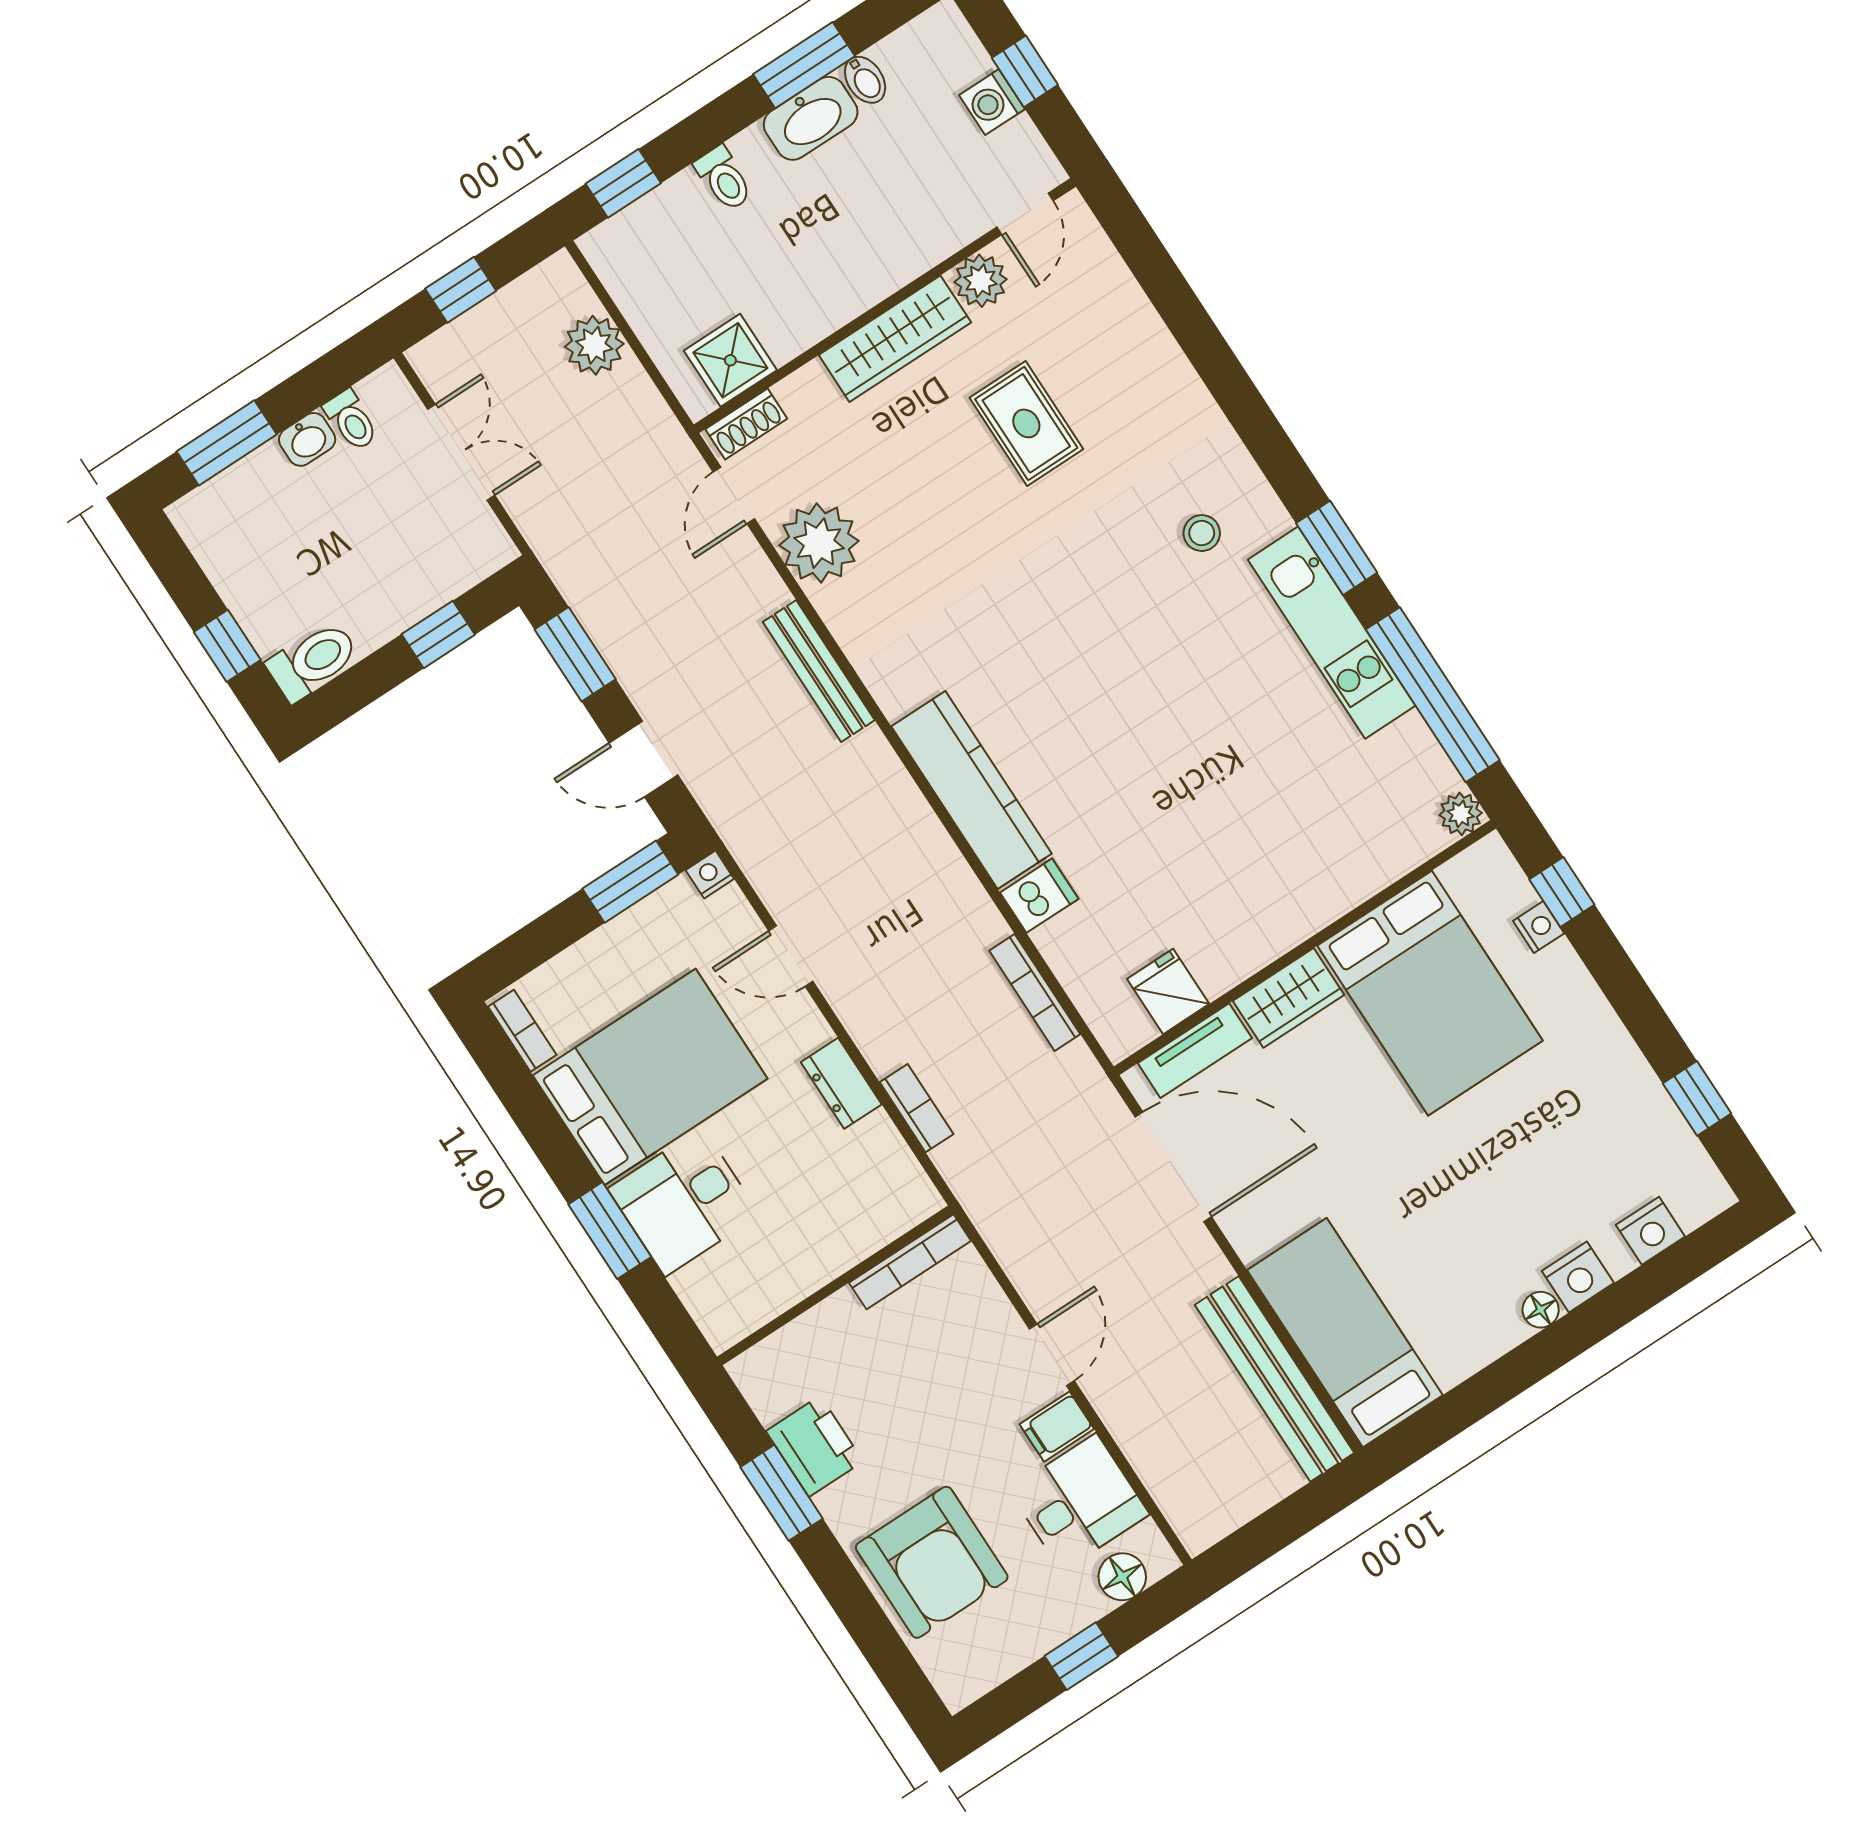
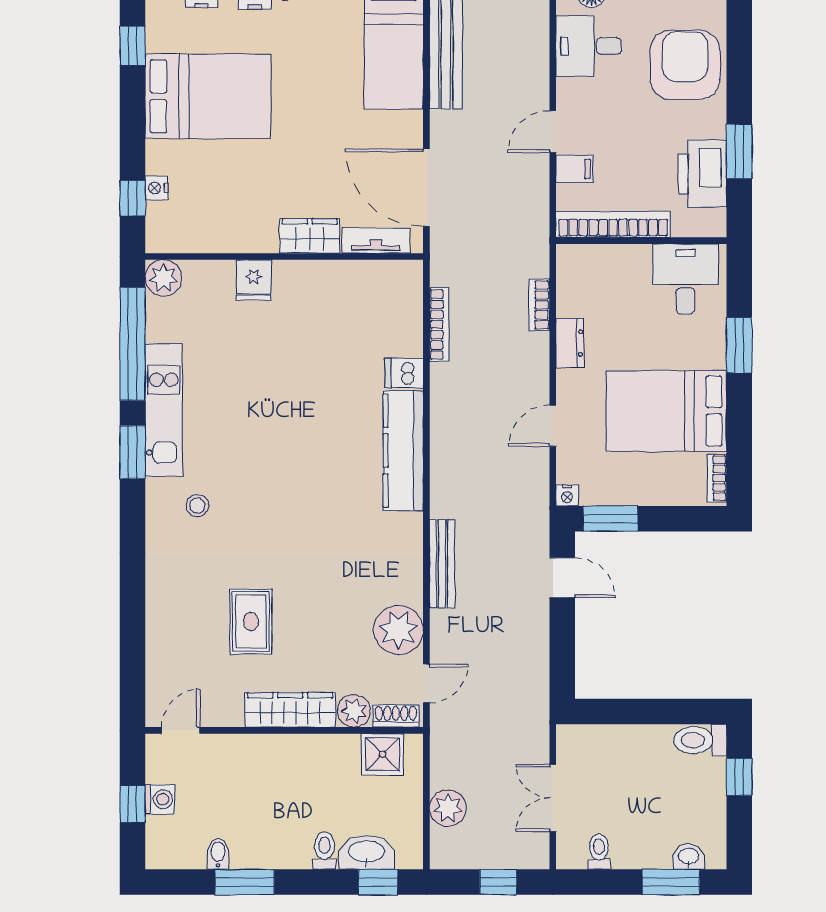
washbasin: (811, 118) -> (367, 852), moved
plant: (981, 281) -> (354, 711), moved
washbasin: (307, 439) -> (689, 857), moved
window: (438, 634) -> (626, 711), removed
window: (575, 654) -> (562, 655), removed
plant: (1461, 814) -> (163, 278), width x1.38, depth x1.38
door: (791, 956) -> (553, 426), swing flipped
fridge: (1168, 991) -> (254, 280), moved
bed: (1430, 993) -> (208, 96), moved, turned 90
desk: (684, 1202) -> (685, 279), moved, turned -90
bookcase: (910, 1262) -> (613, 224), width x1.48, depth x1.31
filing cabinet: (1057, 1427) -> (574, 169), moved
printer: (815, 1446) -> (702, 174), width x1.37, depth x1.19

